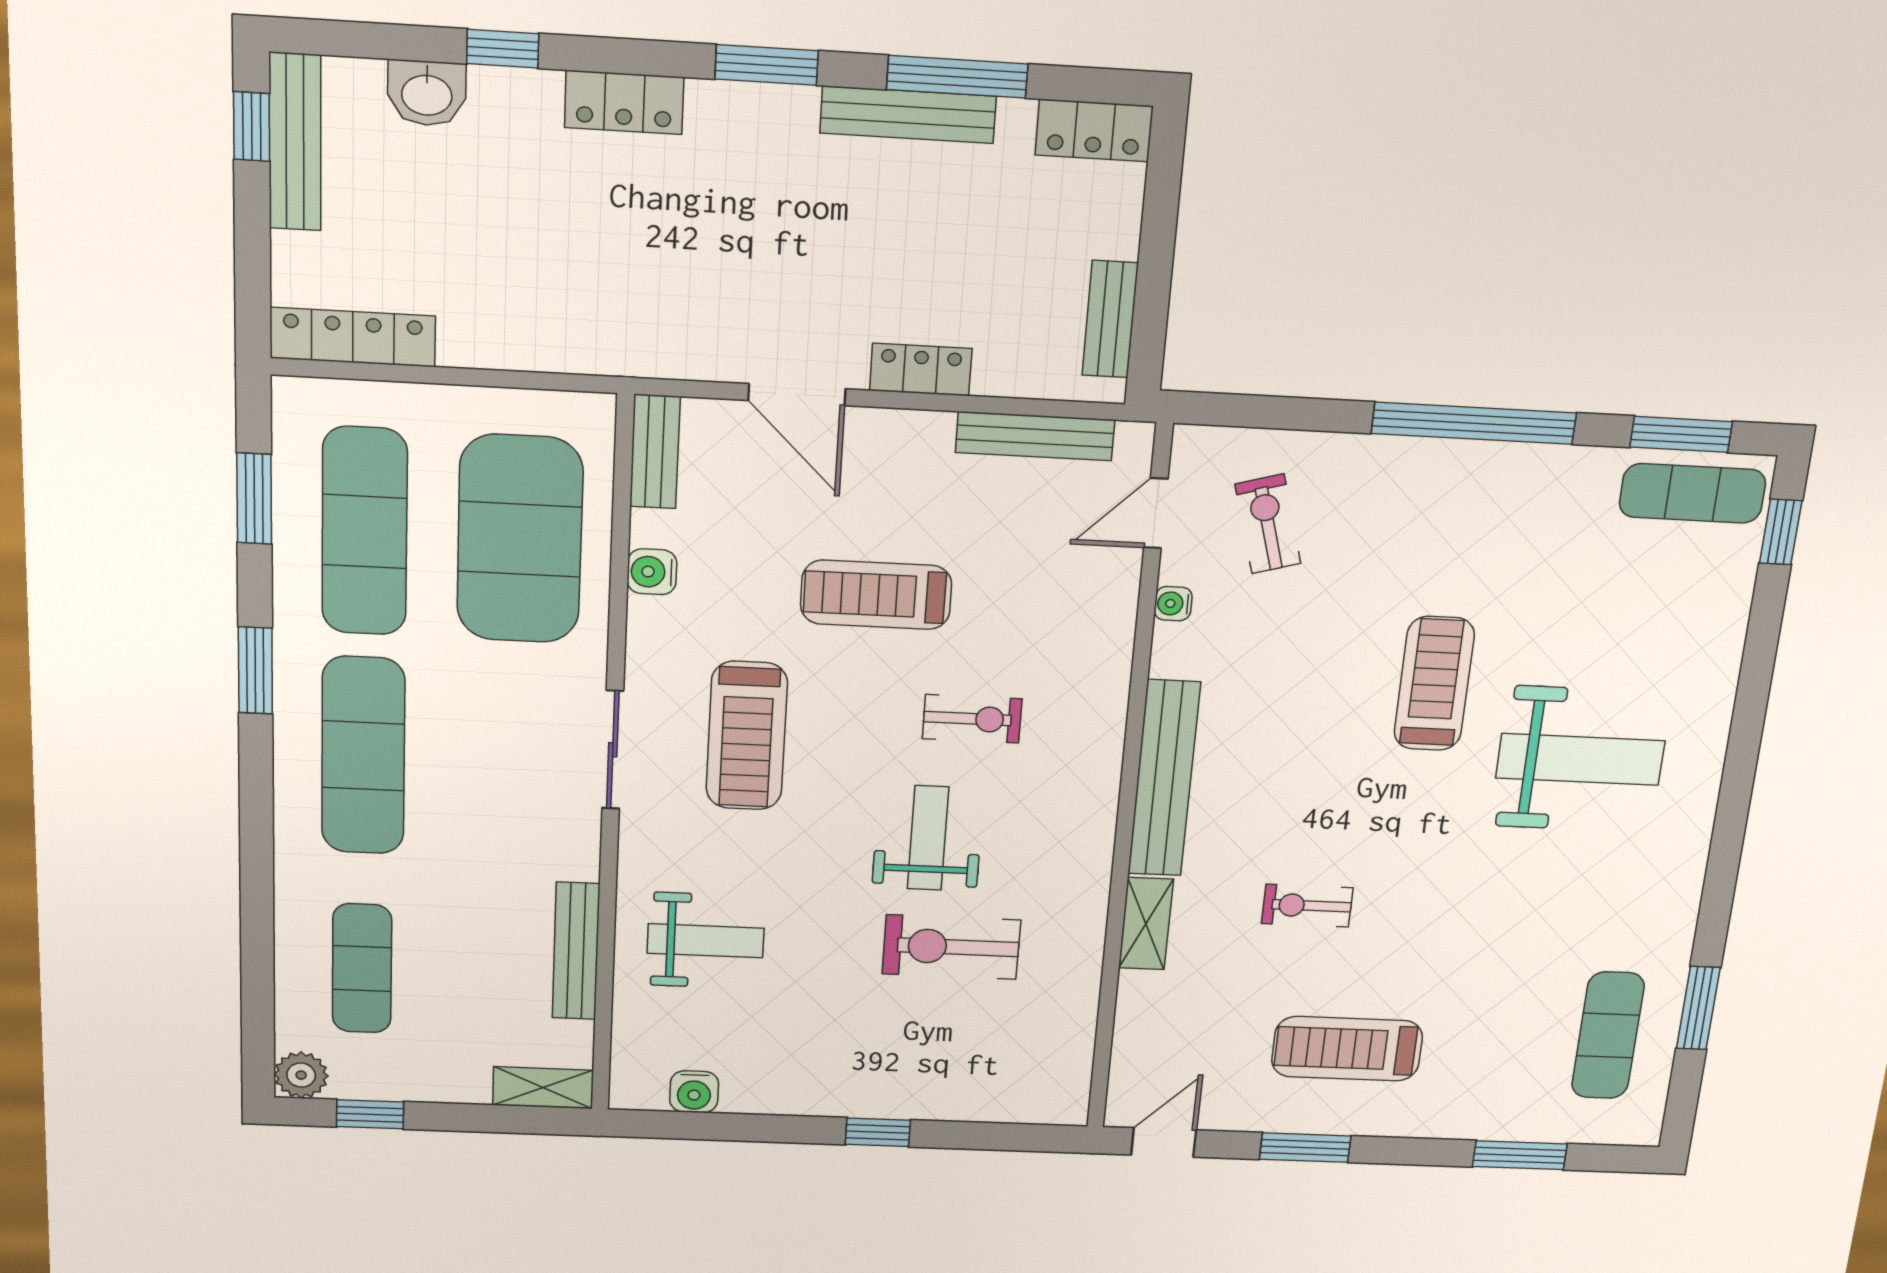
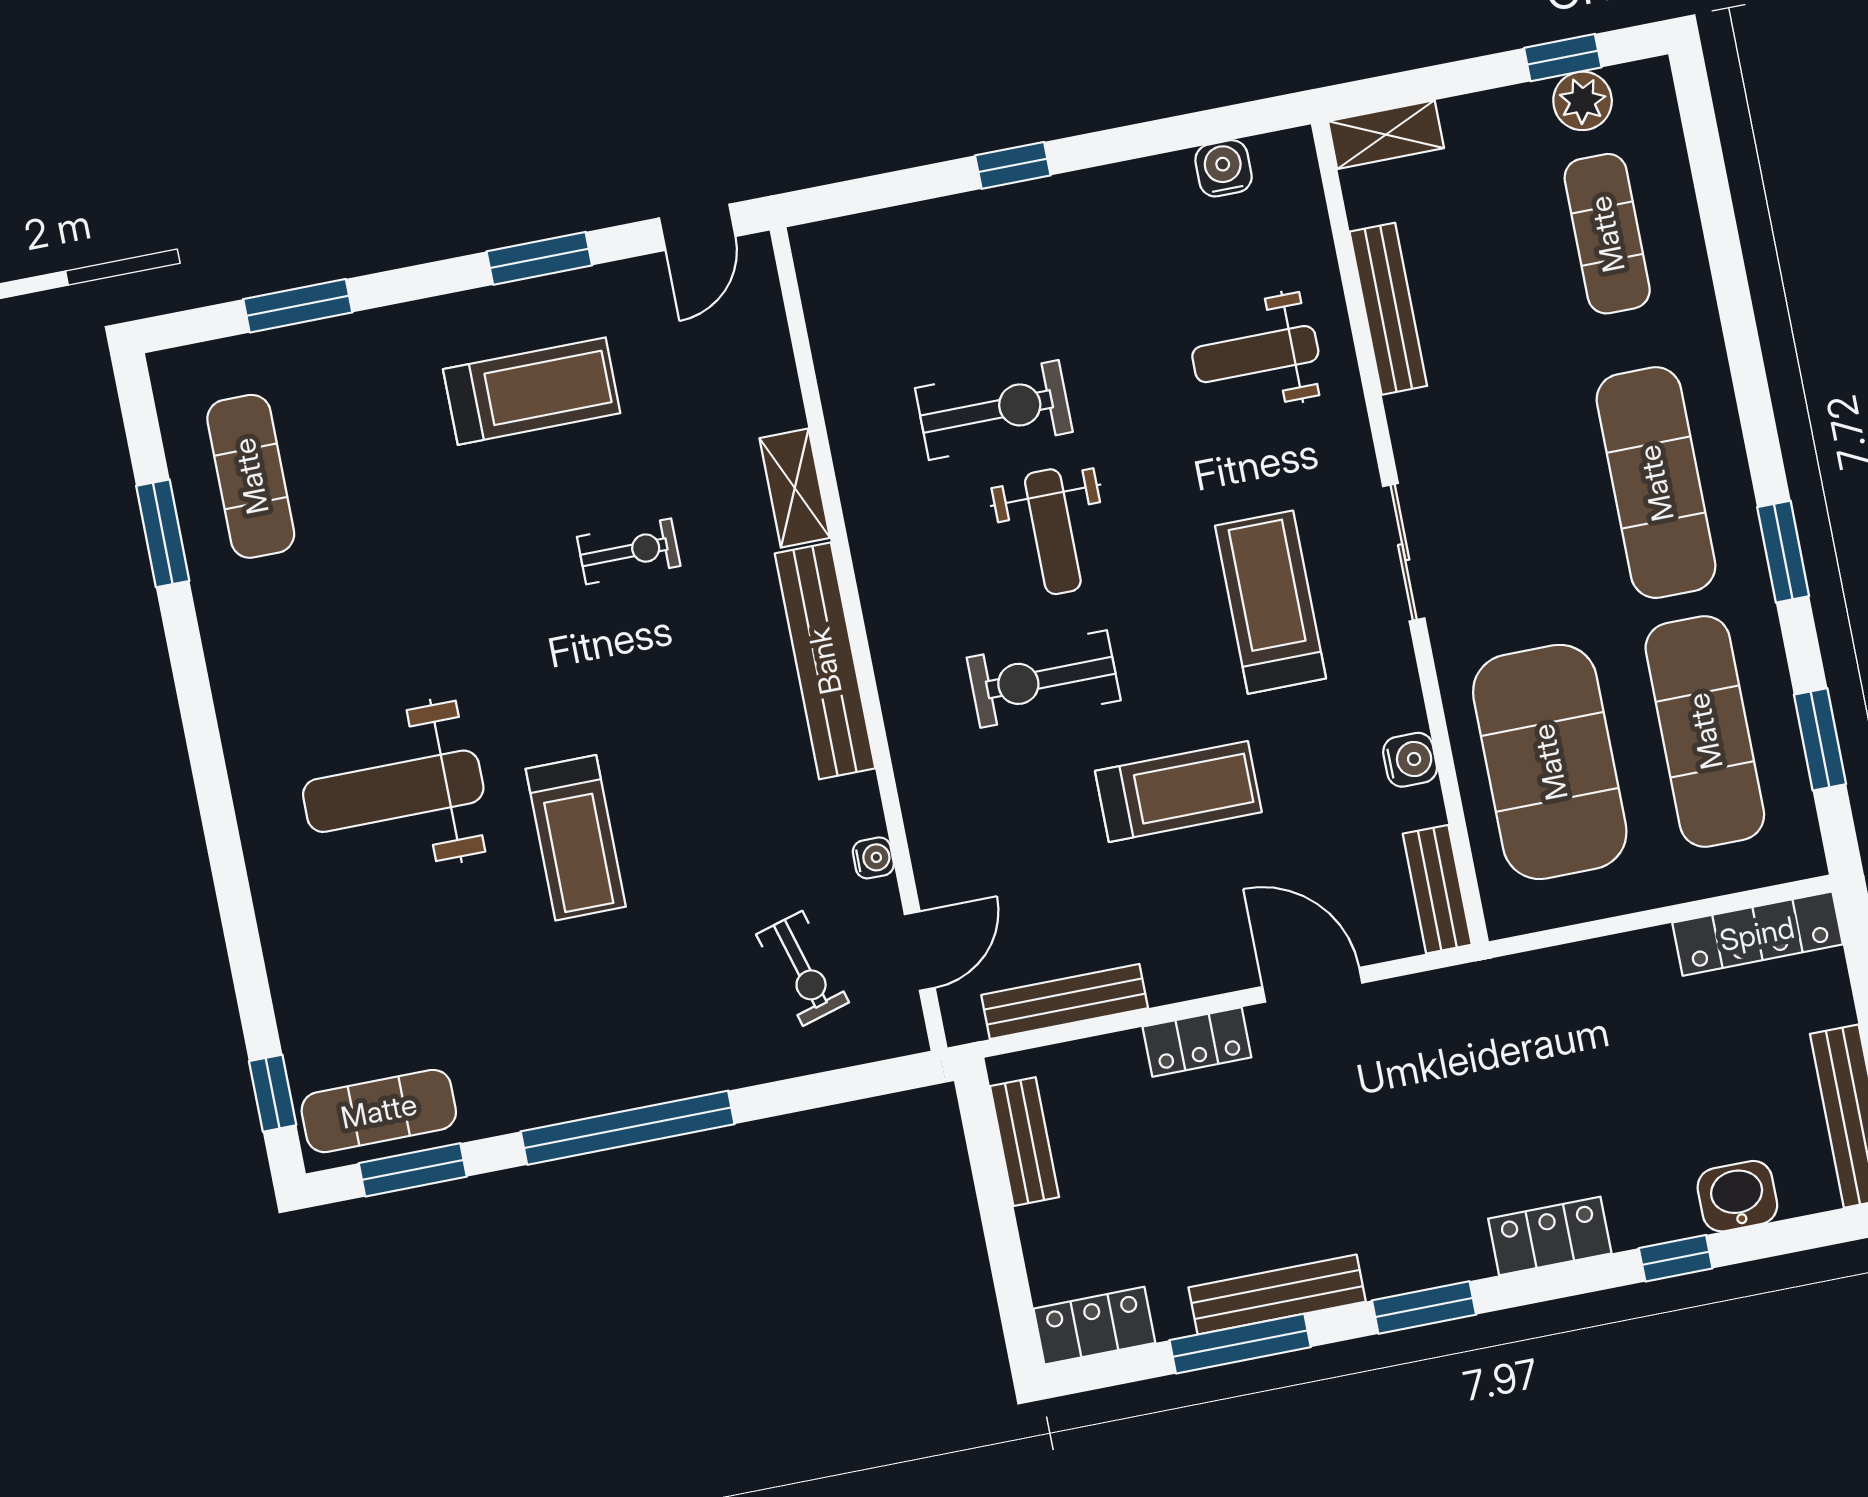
exercise bike: (972, 719) -> (1044, 679), width x1.38, depth x1.39
plant: (301, 1075) -> (1583, 101), moved

